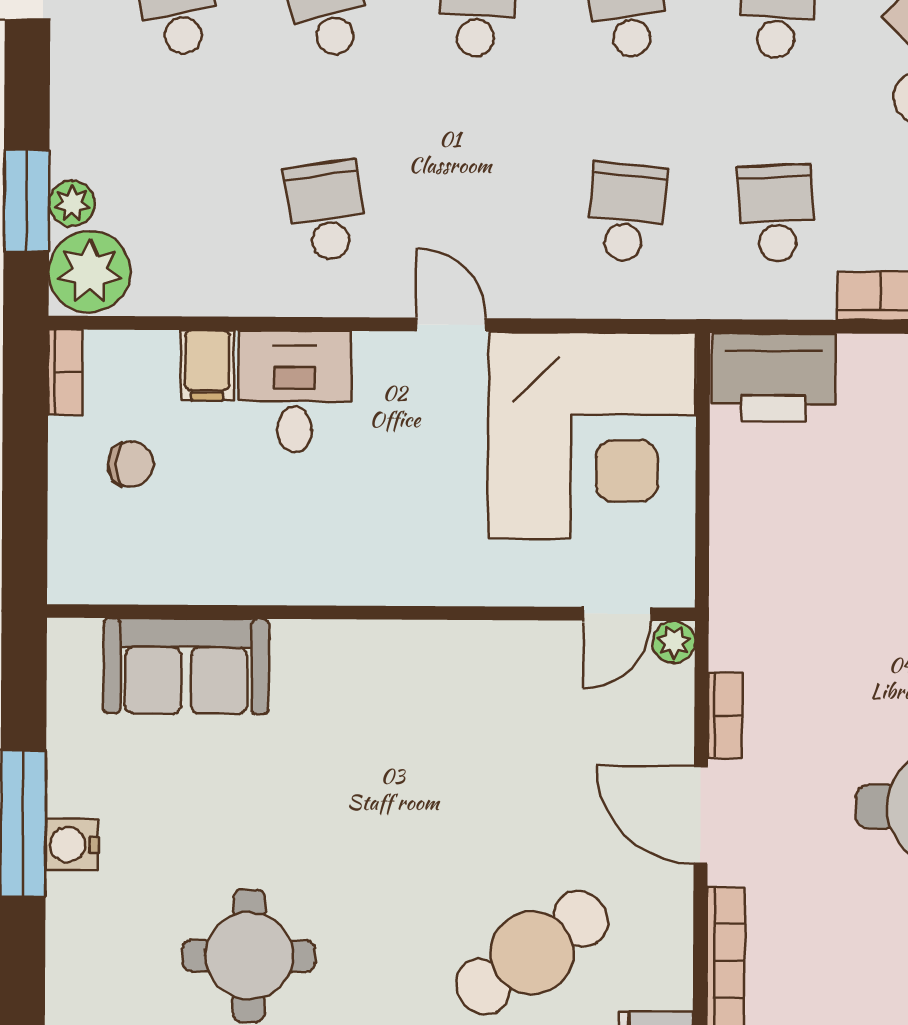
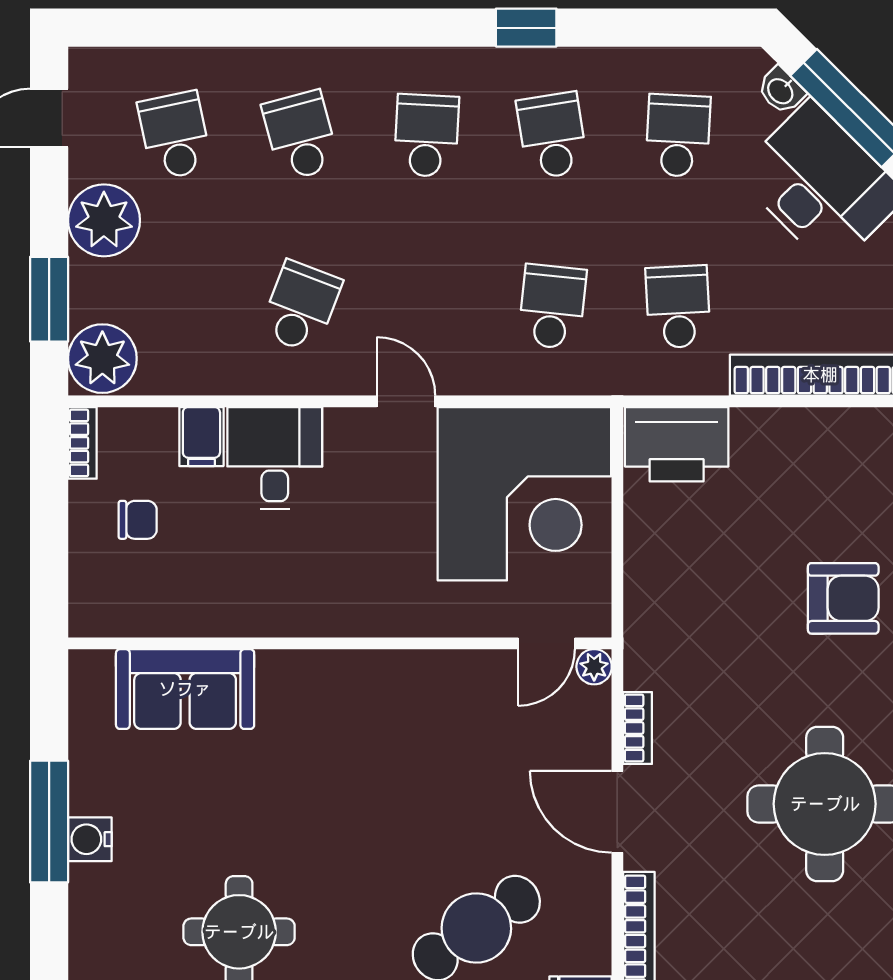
plant: (72, 203) -> (104, 220), moved, width x1.87, depth x1.87
school desk: (326, 211) -> (301, 307), turned 30

